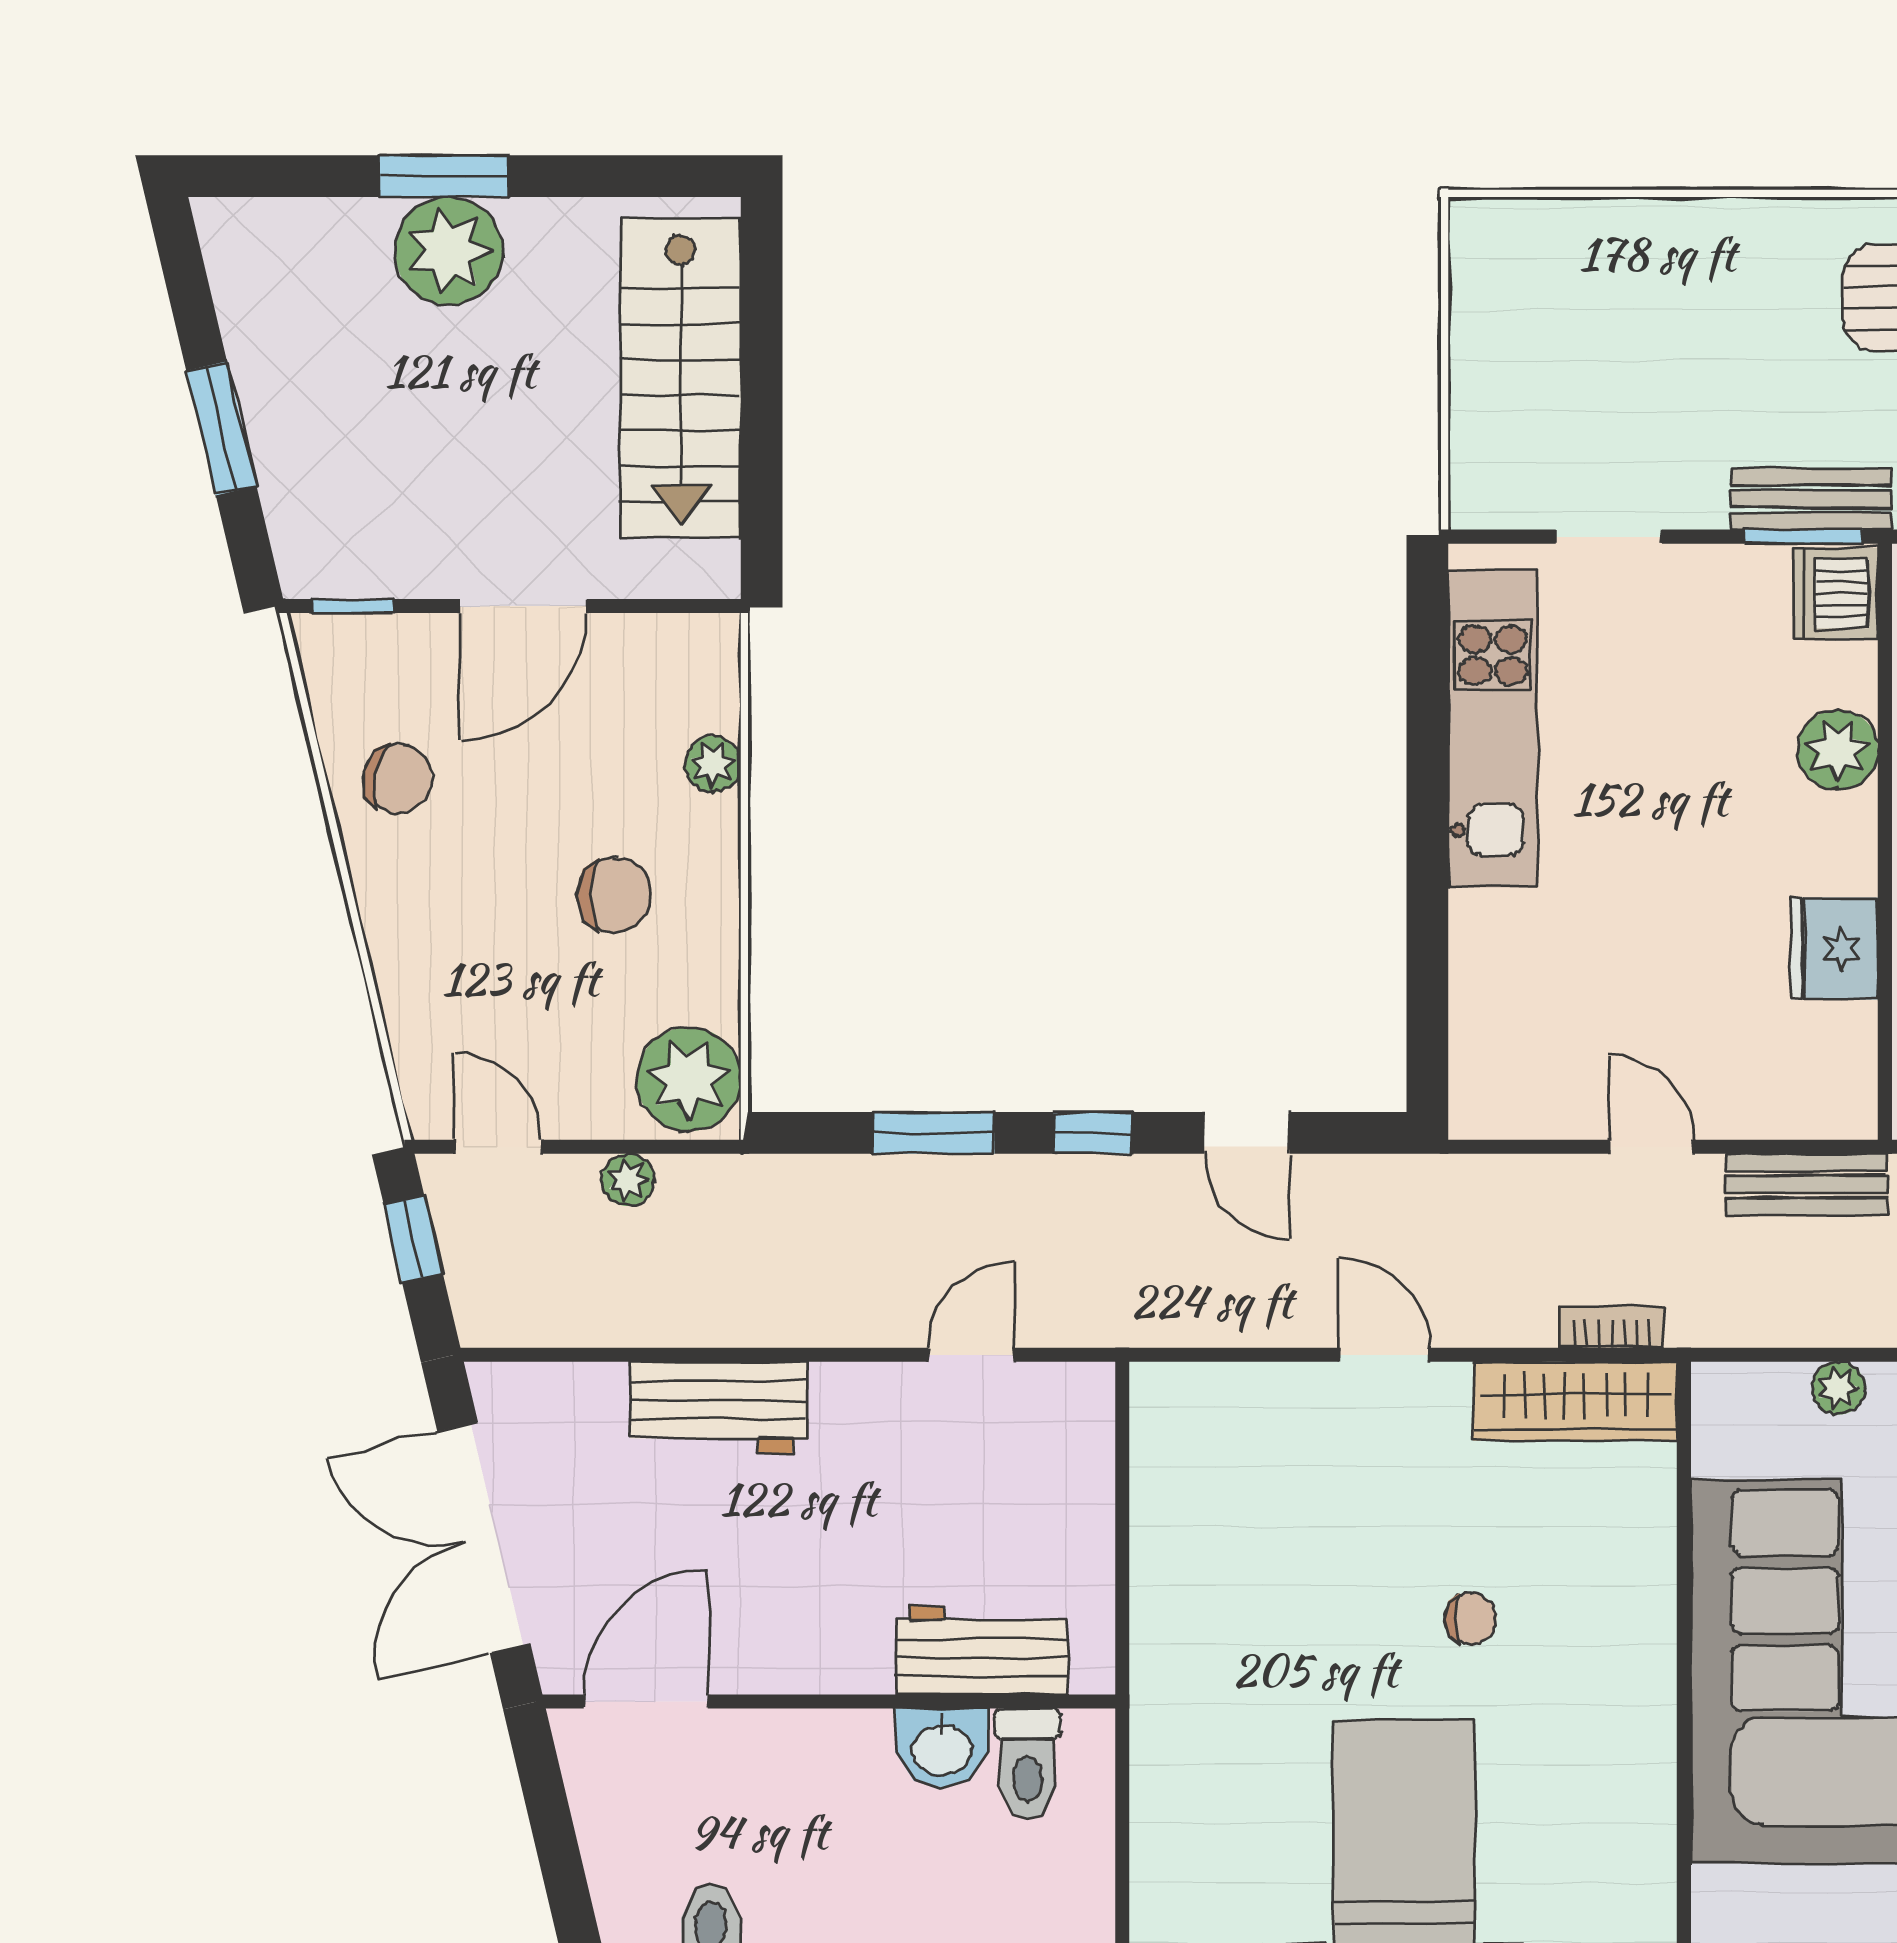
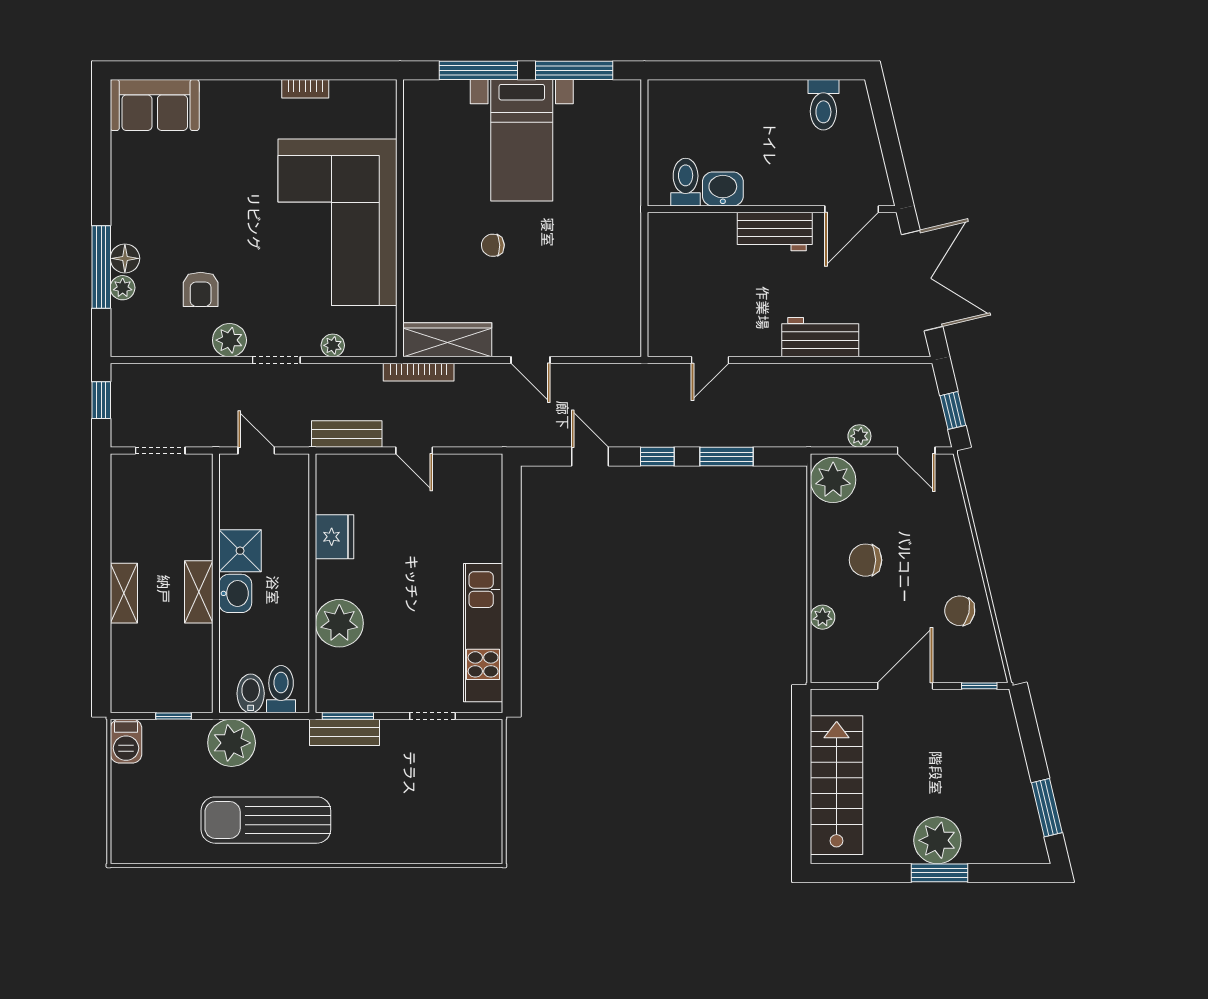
window: (221, 428) -> (1047, 808), moved
dishwasher: (1835, 593) -> (334, 691), removed
plant: (1838, 750) -> (339, 623), width x1.36, depth x1.36
bookcase: (1612, 1327) -> (419, 372), width x1.56
workbench: (982, 1650) -> (775, 231), moved

